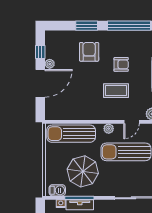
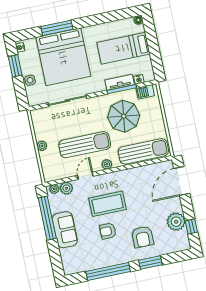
plant: (50, 64) -> (176, 222), width x1.87, depth x1.87
door: (40, 83) -> (182, 181), moved
coffee table: (116, 91) -> (108, 204), width x1.36, depth x1.32

